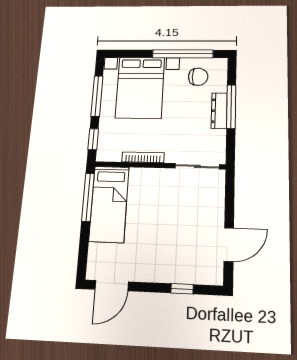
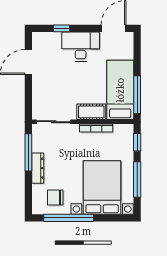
window: (231, 107) -> (28, 152), moved
cot: (148, 177) -> (91, 112), added
desk: (157, 263) -> (81, 47), added

